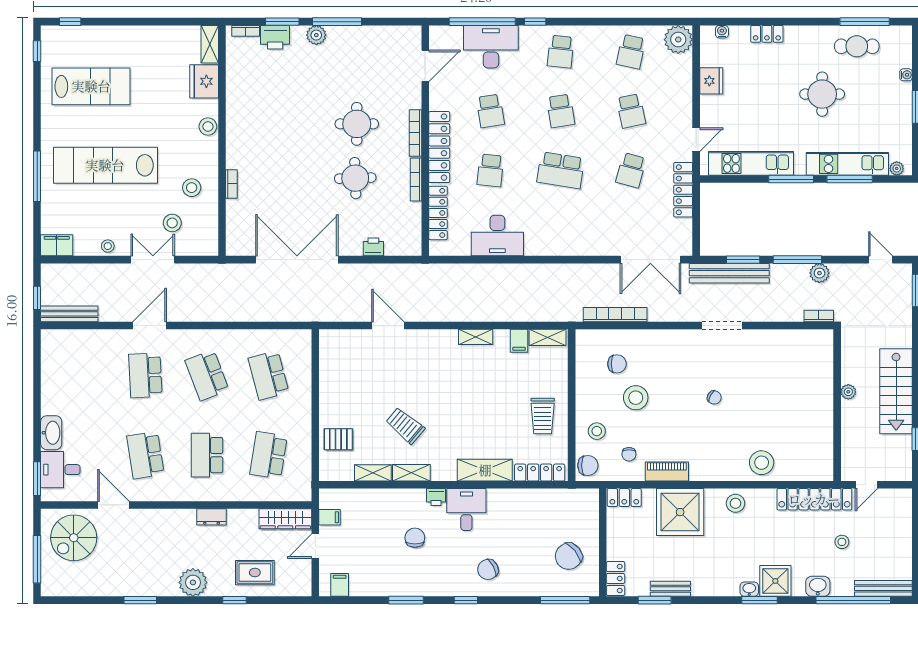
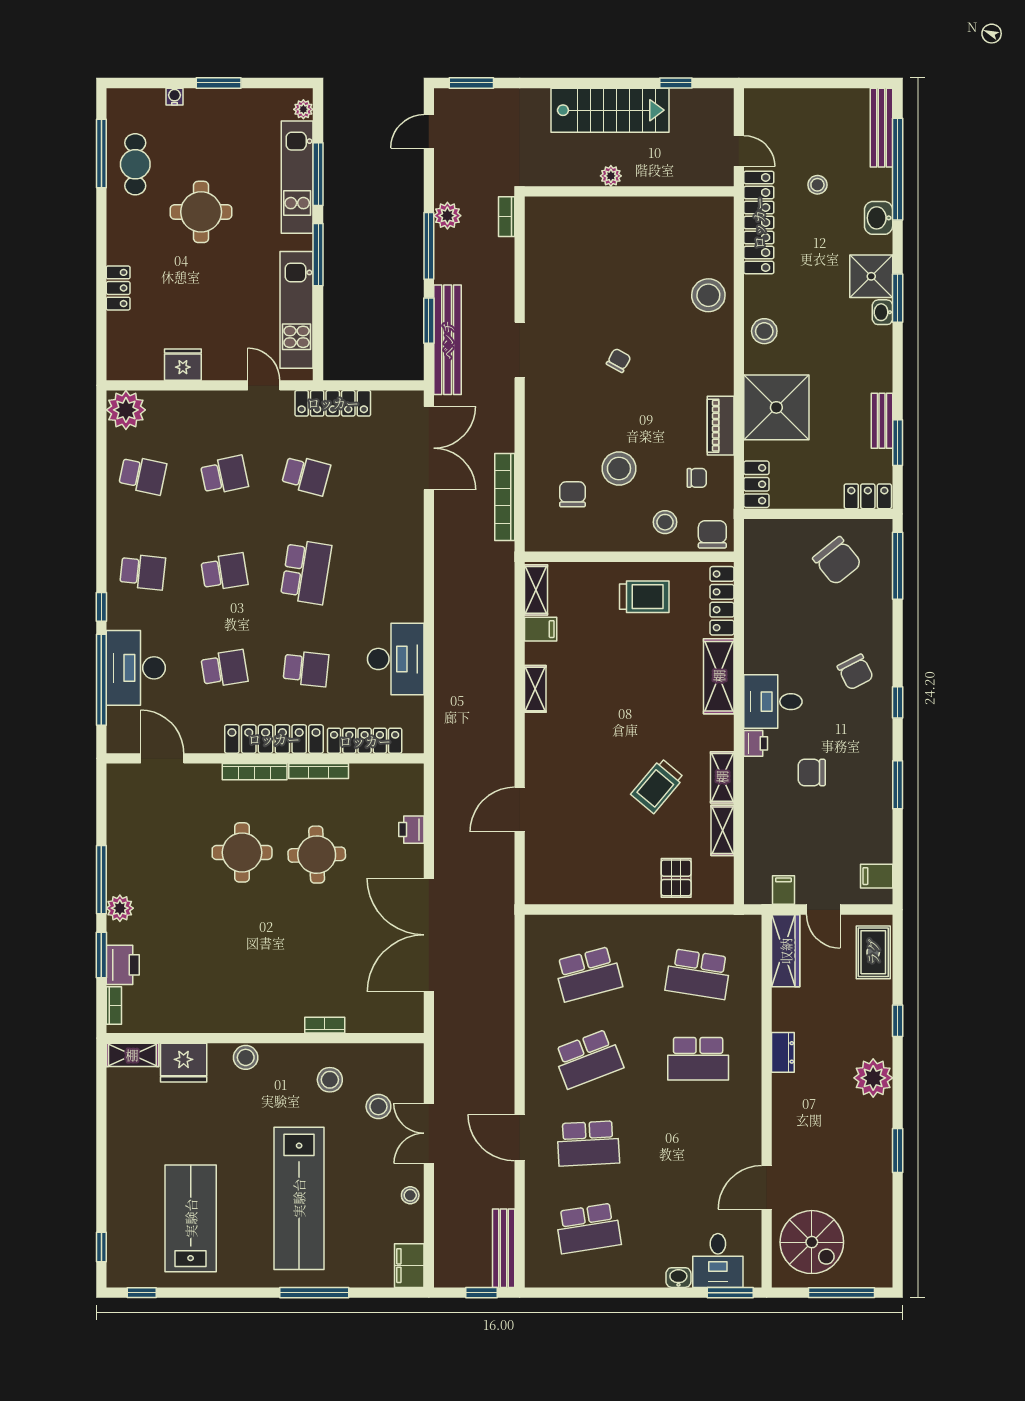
water cooler: (722, 32) -> (115, 350), removed
washbasin: (51, 433) -> (678, 1278), width x0.52, depth x0.69
school desk: (145, 455) -> (588, 1228), moved
rug: (255, 573) -> (873, 952), moved

